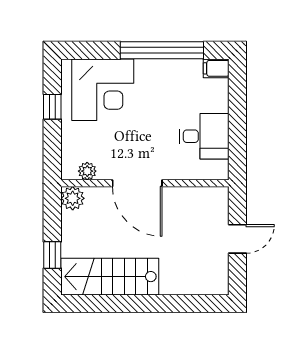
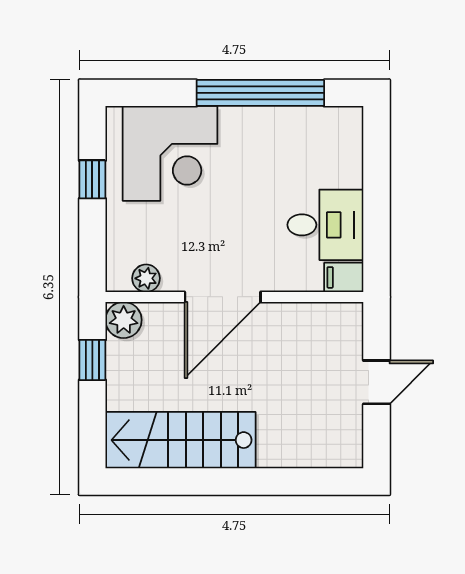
filing cabinet: (216, 68) -> (344, 277), moved
door: (137, 183) -> (223, 297), hinge flipped
window: (52, 255) -> (92, 360), moved

